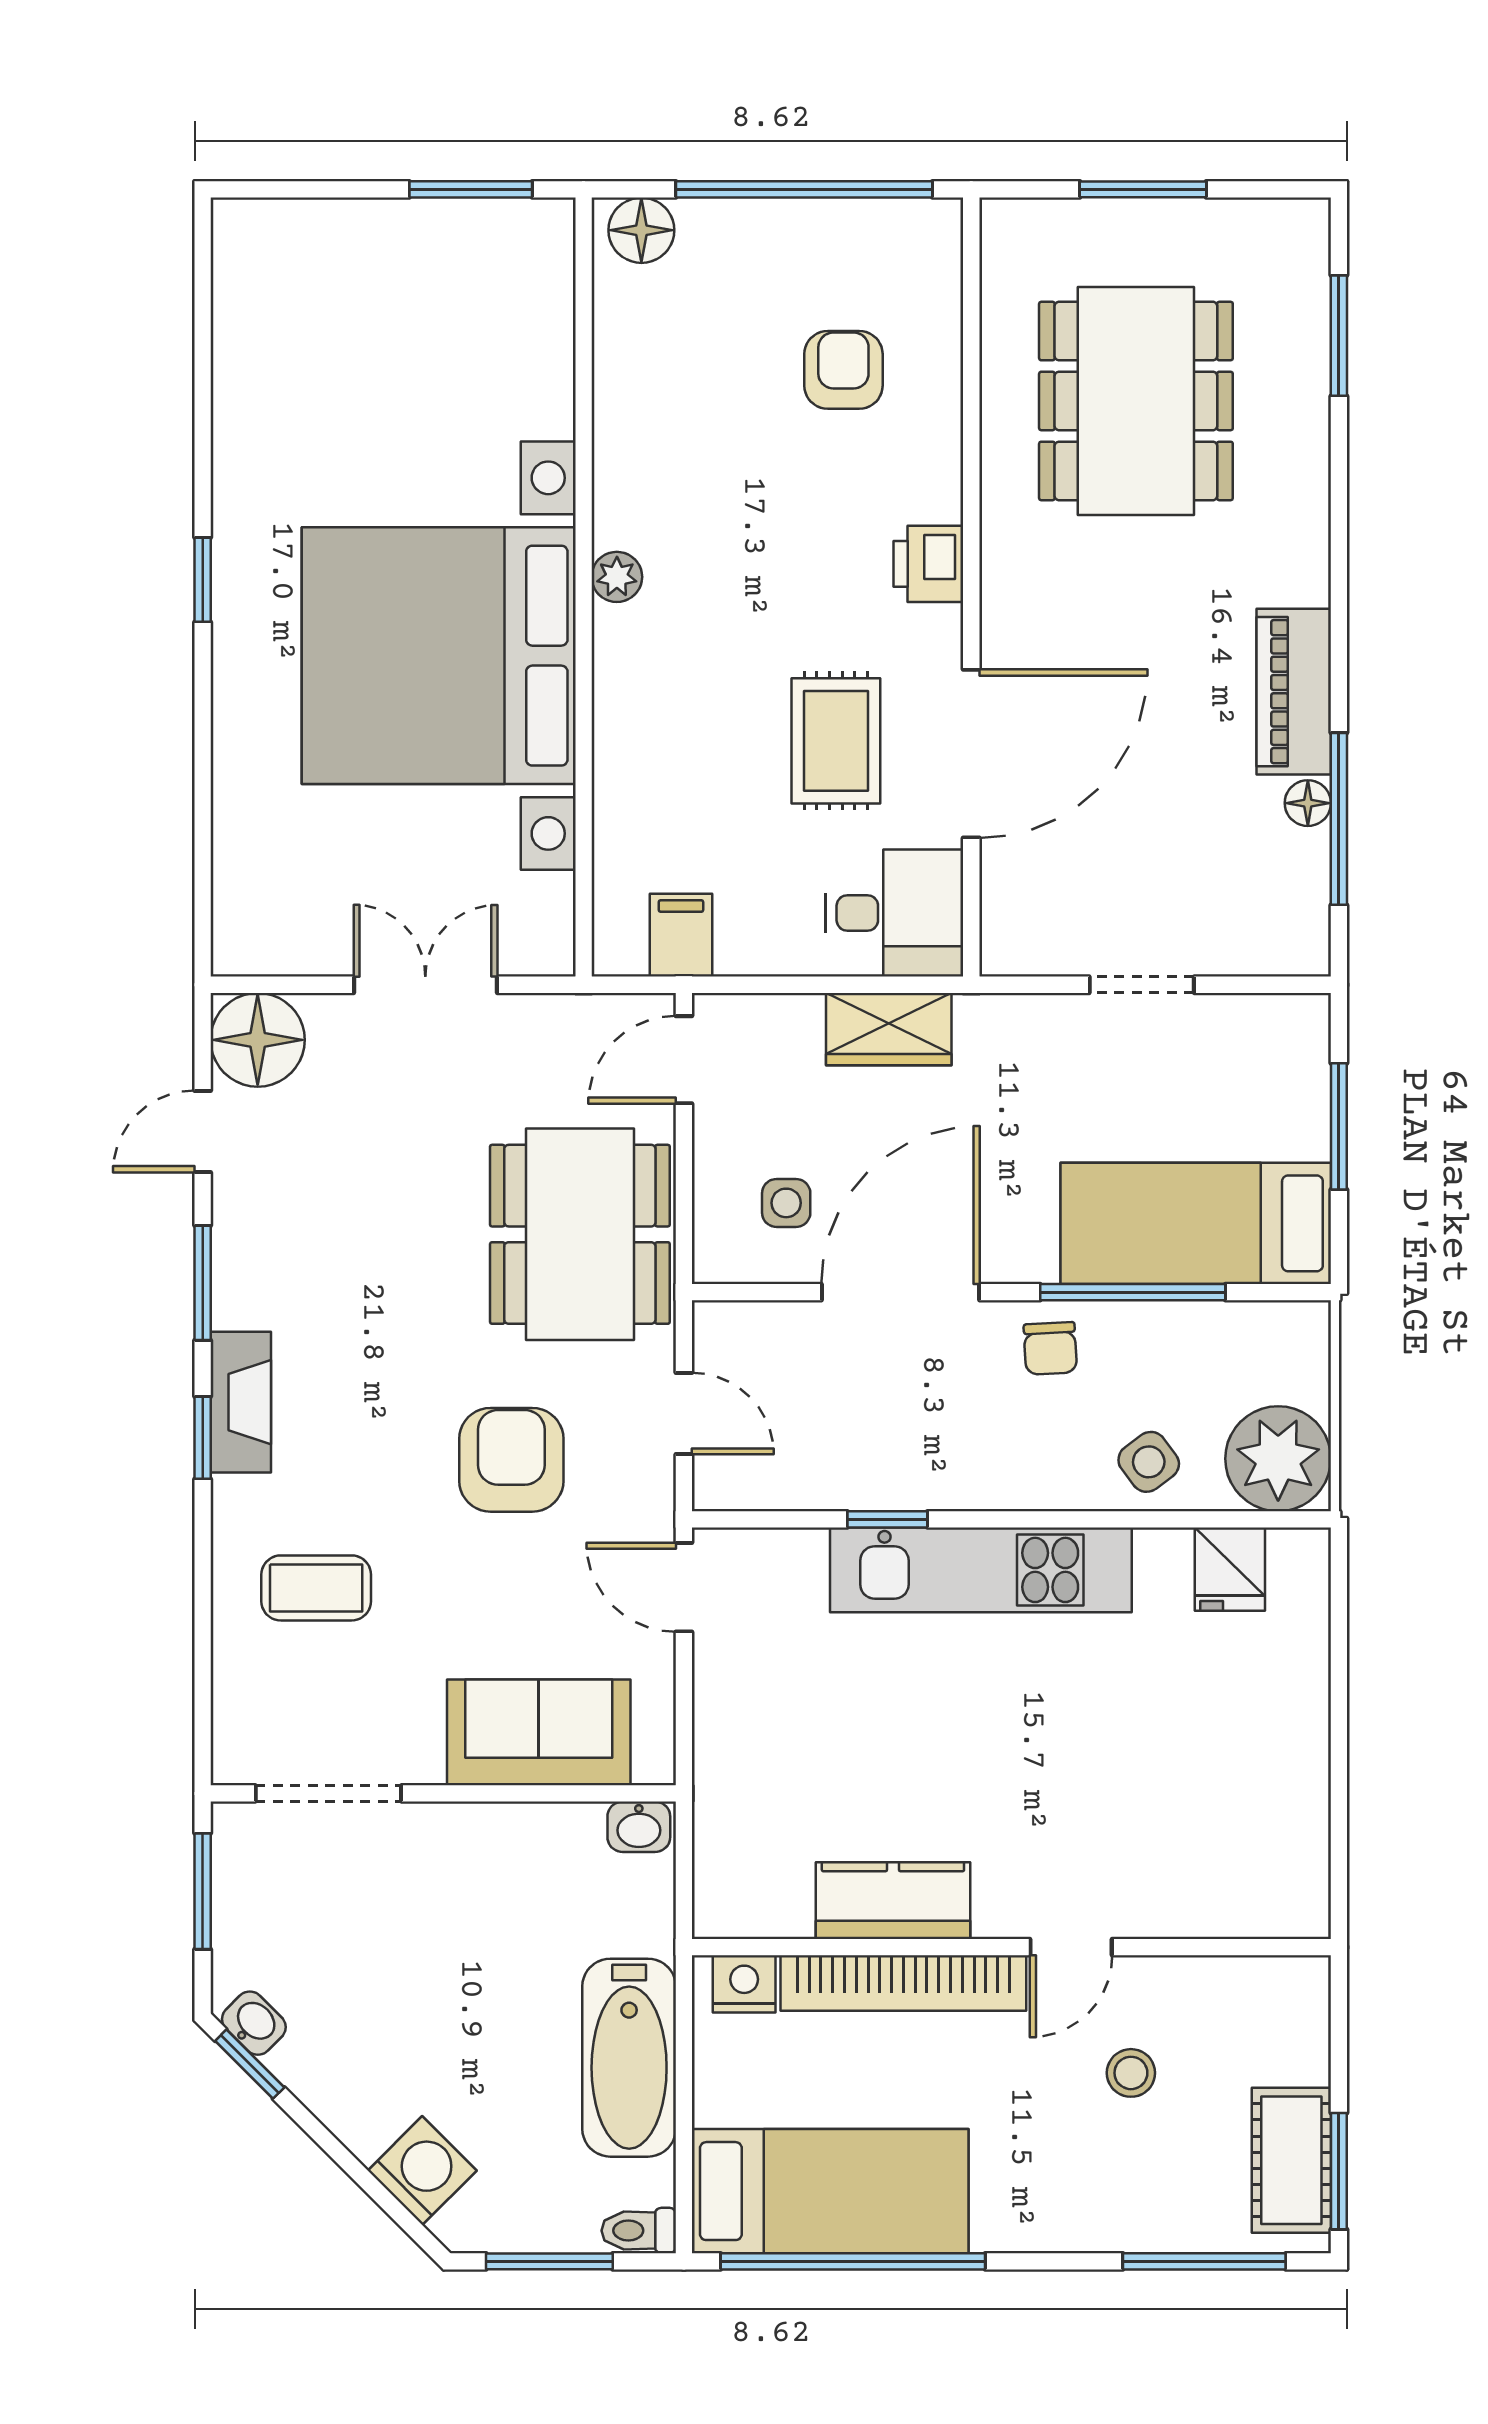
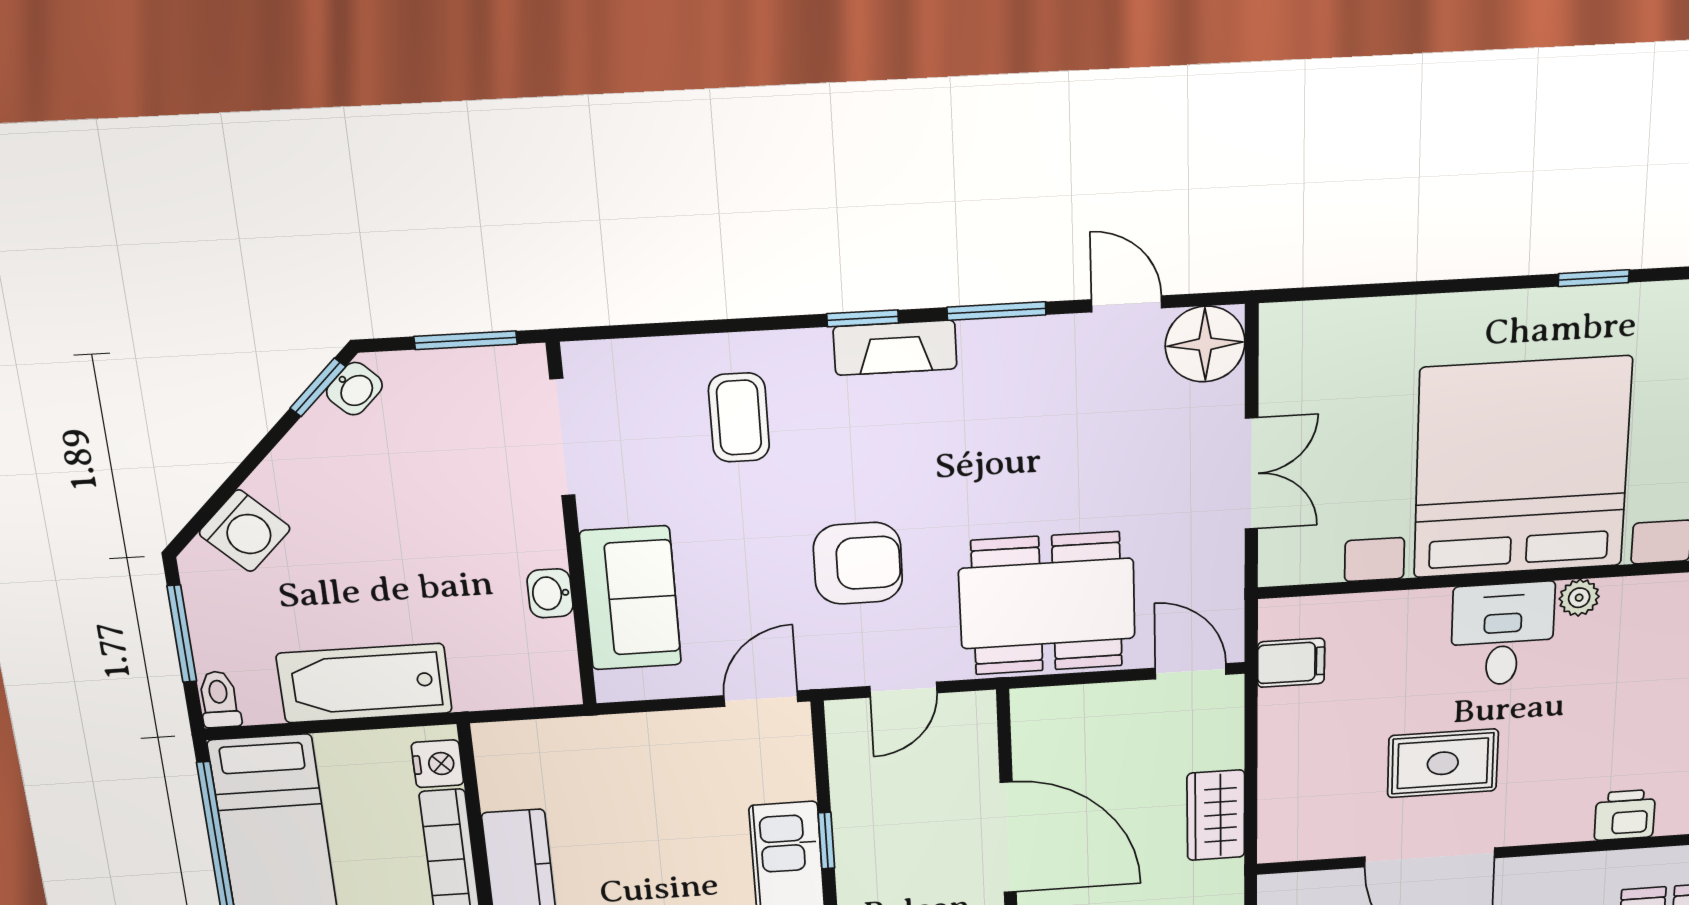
printer: (928, 564) -> (1625, 815), moved
desk: (894, 913) -> (1502, 634), moved, turned 180
side table: (786, 1203) -> (1077, 752), removed
washbasin: (639, 1827) -> (550, 593), moved

